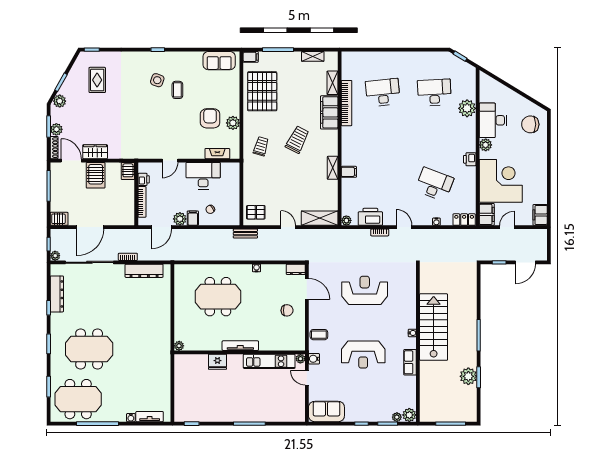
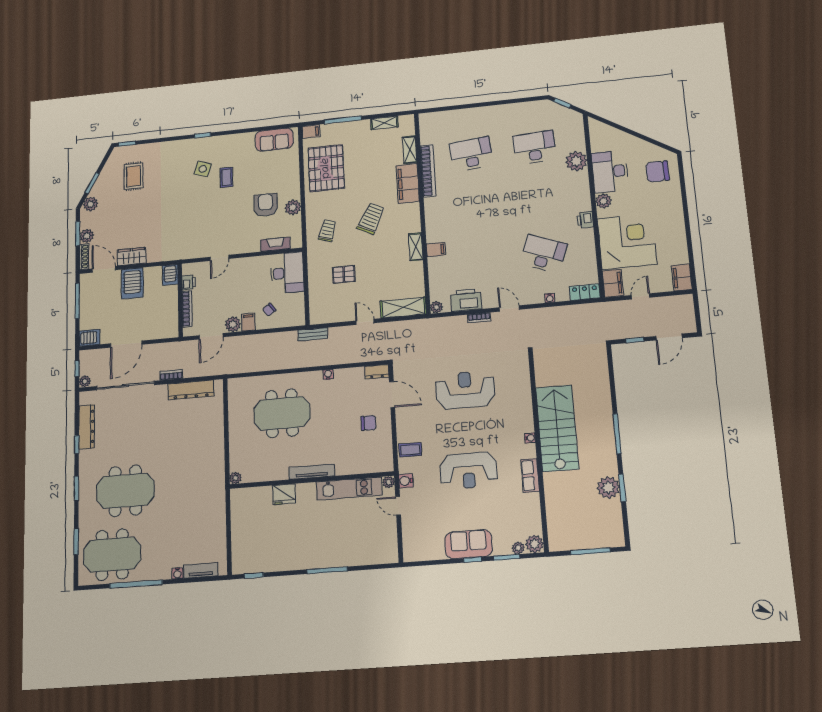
desk: (203, 176) -> (287, 273), moved, turned 90
pallet: (256, 212) -> (344, 274), moved
sofa: (326, 411) -> (468, 544), moved

